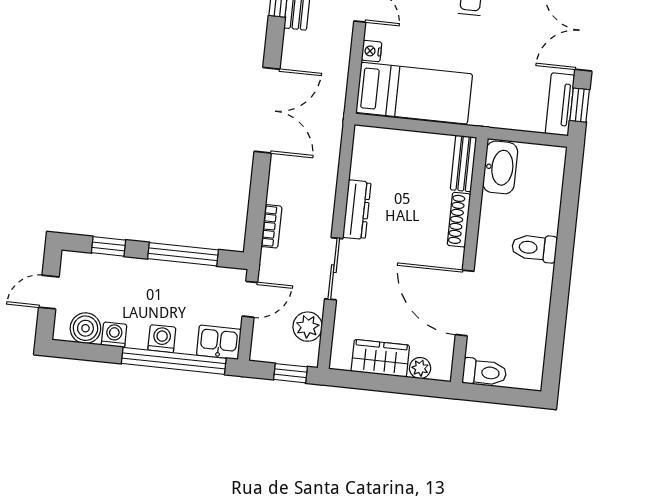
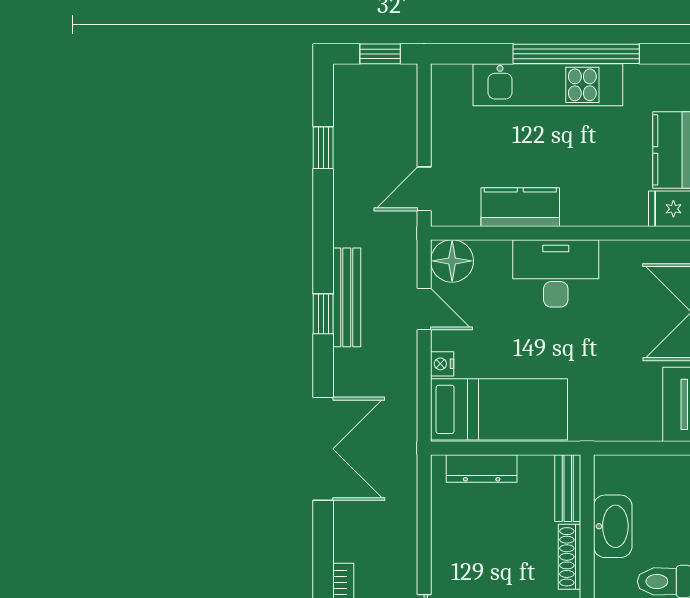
washbasin: (500, 167) -> (613, 526), moved
dresser: (357, 210) -> (482, 468), moved, turned 90

